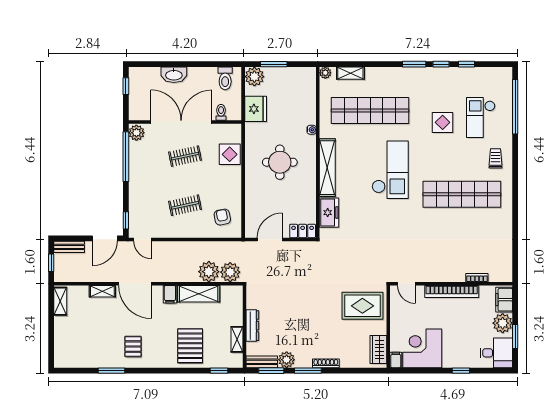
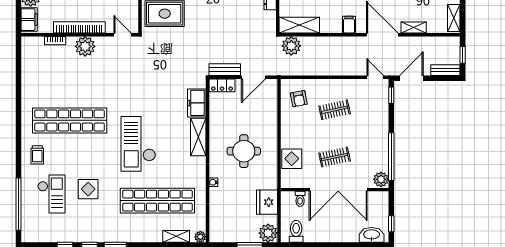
washbasin: (174, 75) -> (372, 235), moved
shelving: (327, 168) -> (198, 137), width x0.68
bench: (300, 247) -> (225, 70), added
plant: (209, 272) -> (85, 46), moved
shelving: (199, 294) -> (299, 25), moved

